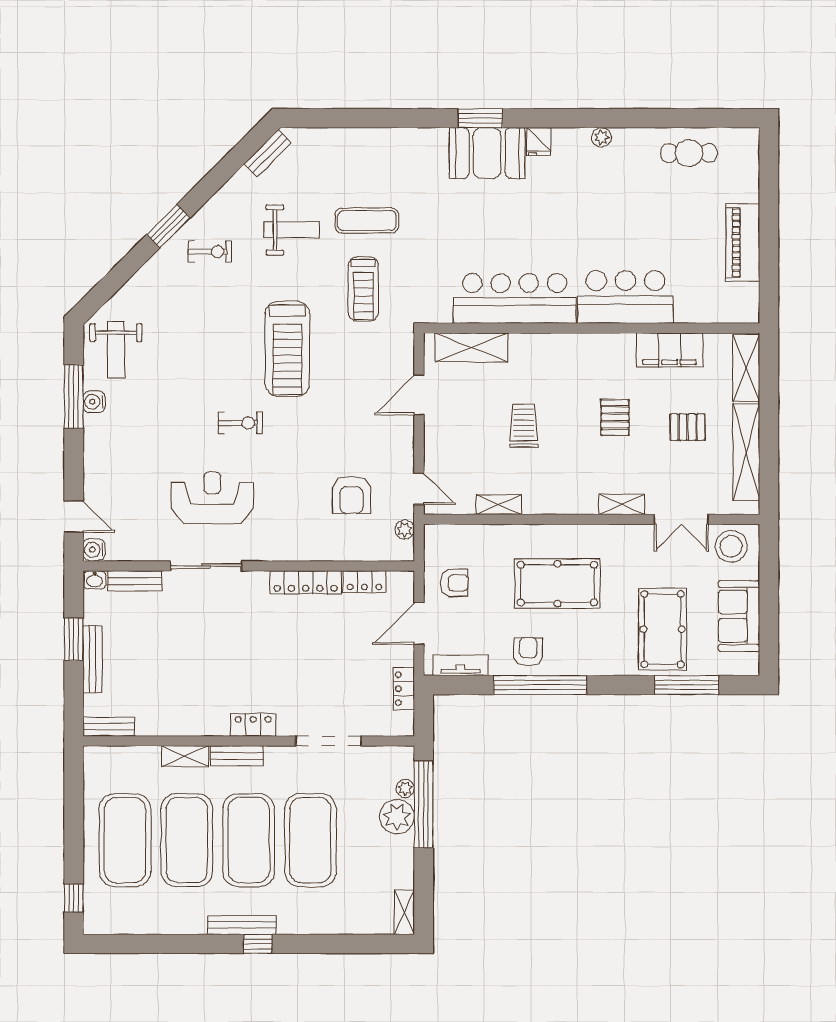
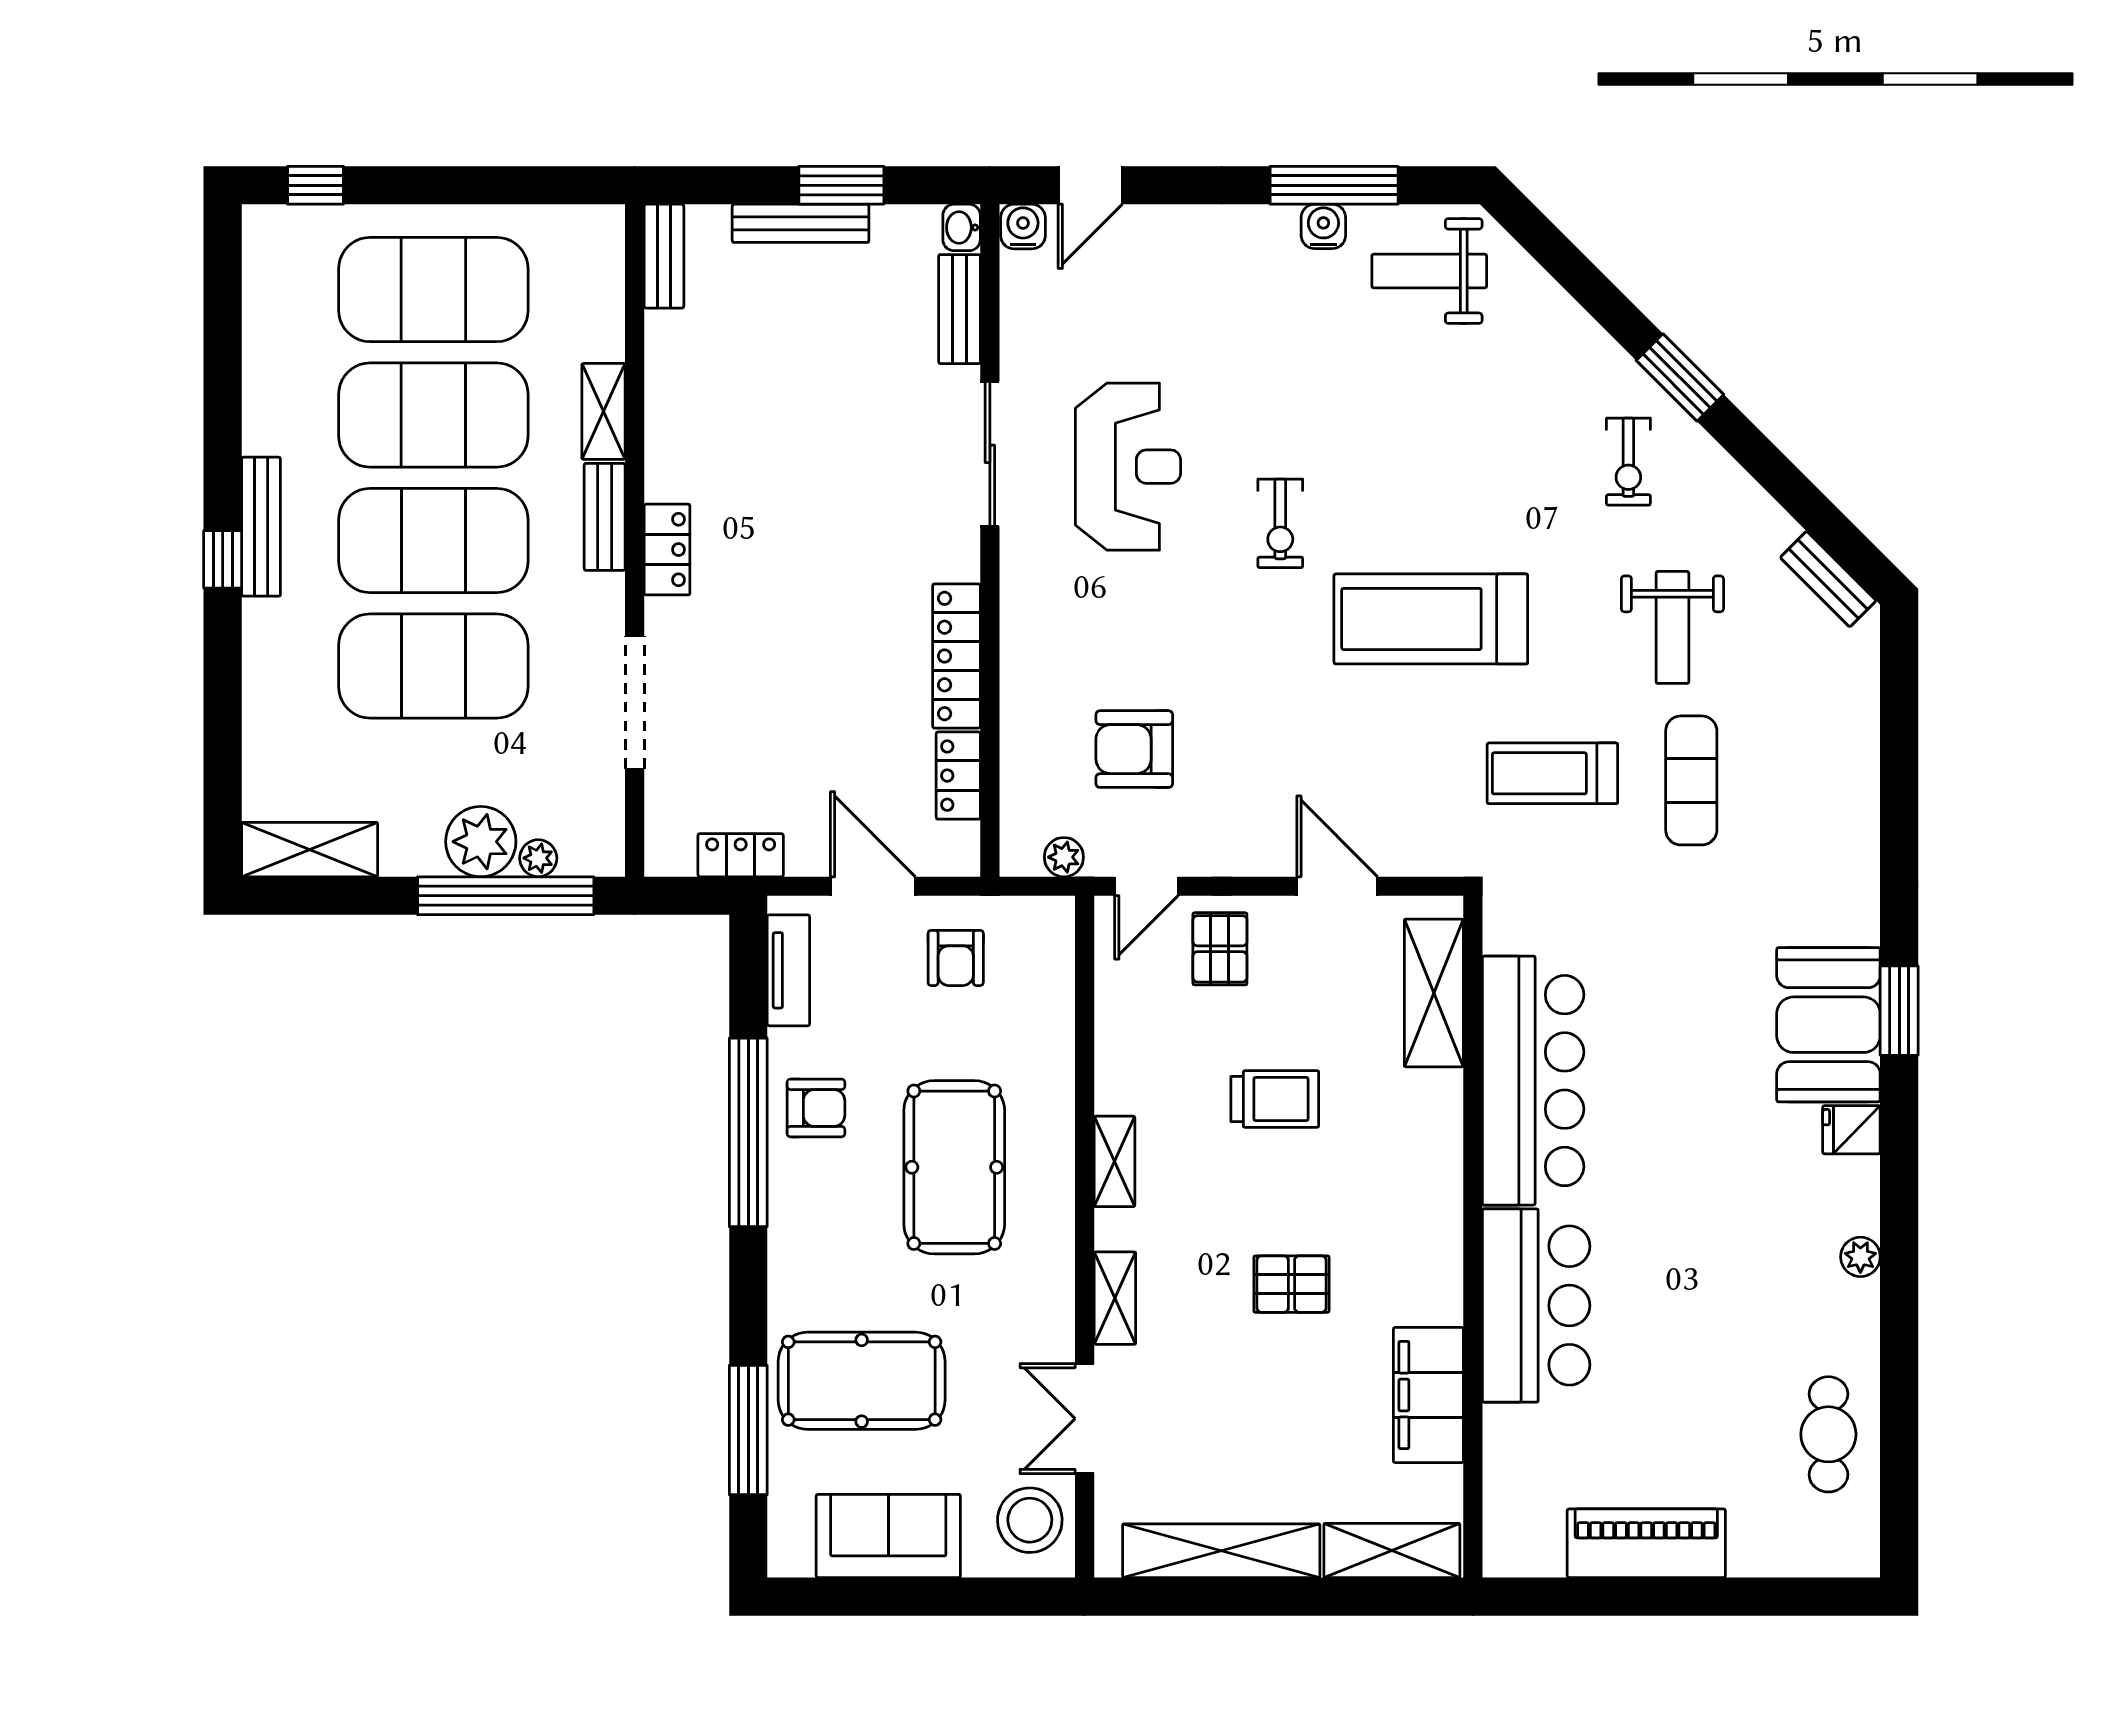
pallet: (688, 427) -> (1220, 949), moved
shelving: (499, 505) -> (1114, 1161), moved
shelving: (404, 912) -> (310, 850), width x1.50, depth x1.33

